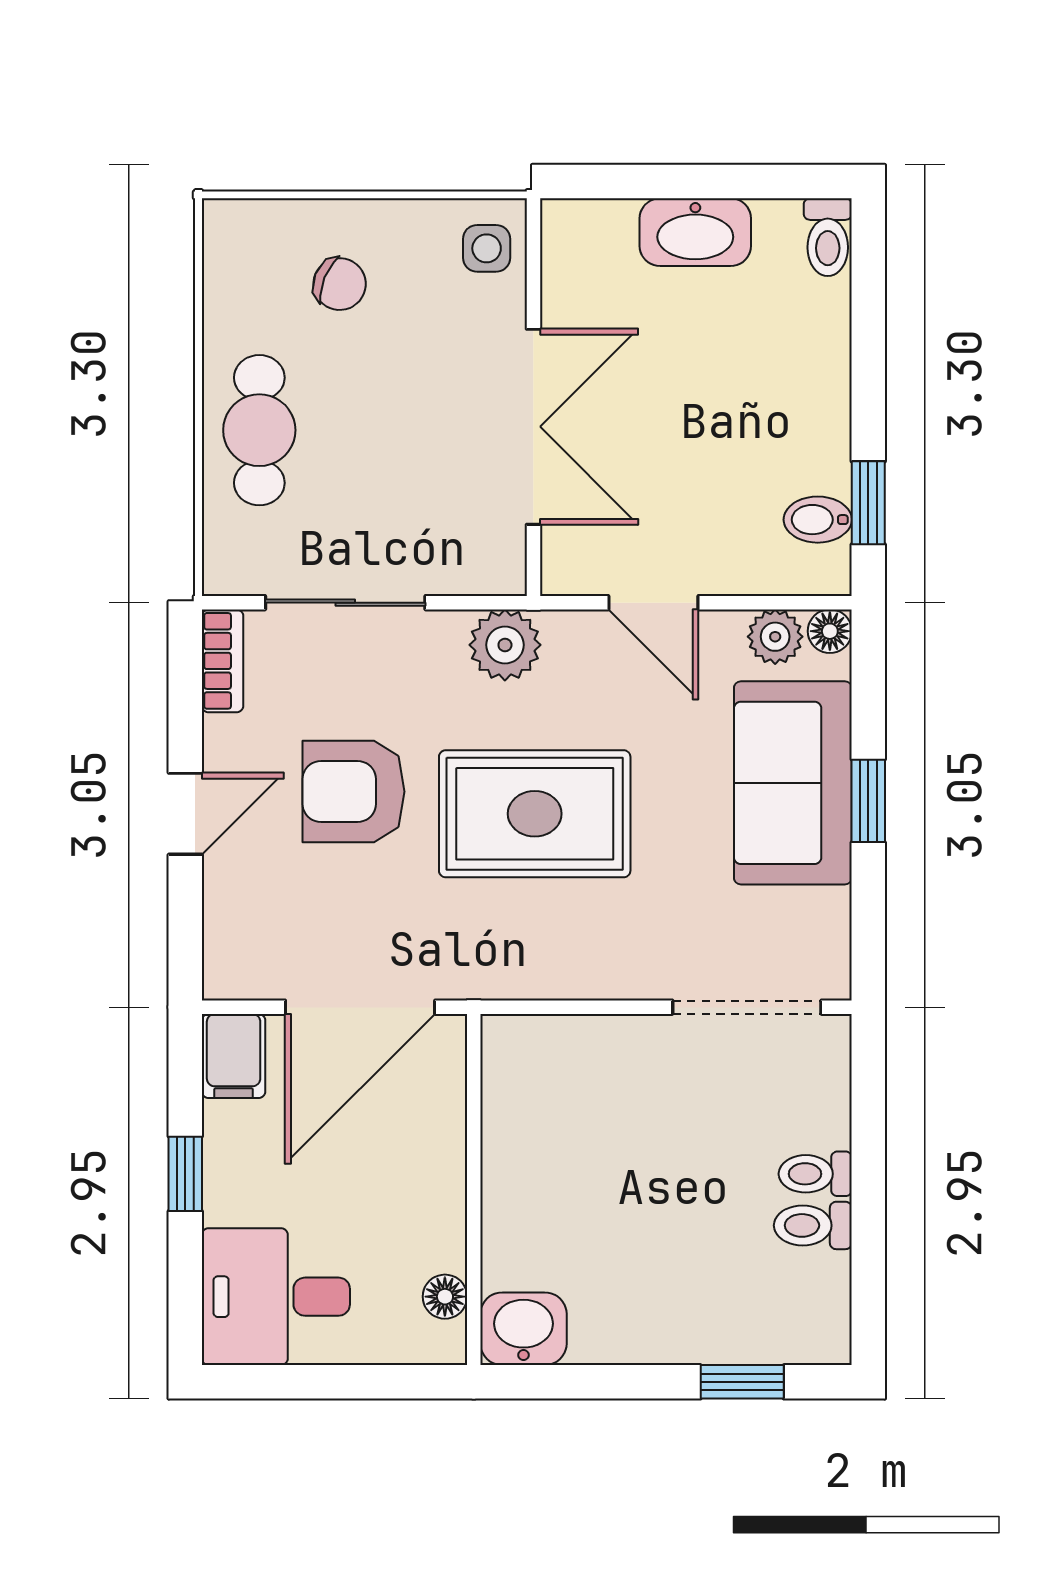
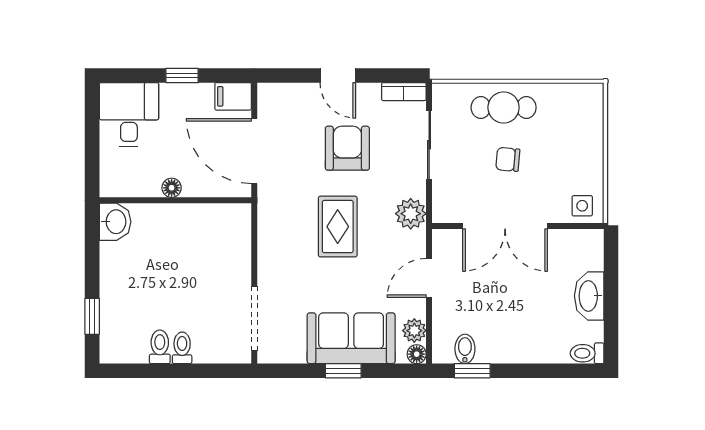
chair: (340, 284) -> (508, 159), moved, turned 73
rug: (535, 814) -> (338, 227), width x0.73, depth x0.70
floor lamp: (445, 1297) -> (172, 188), moved

